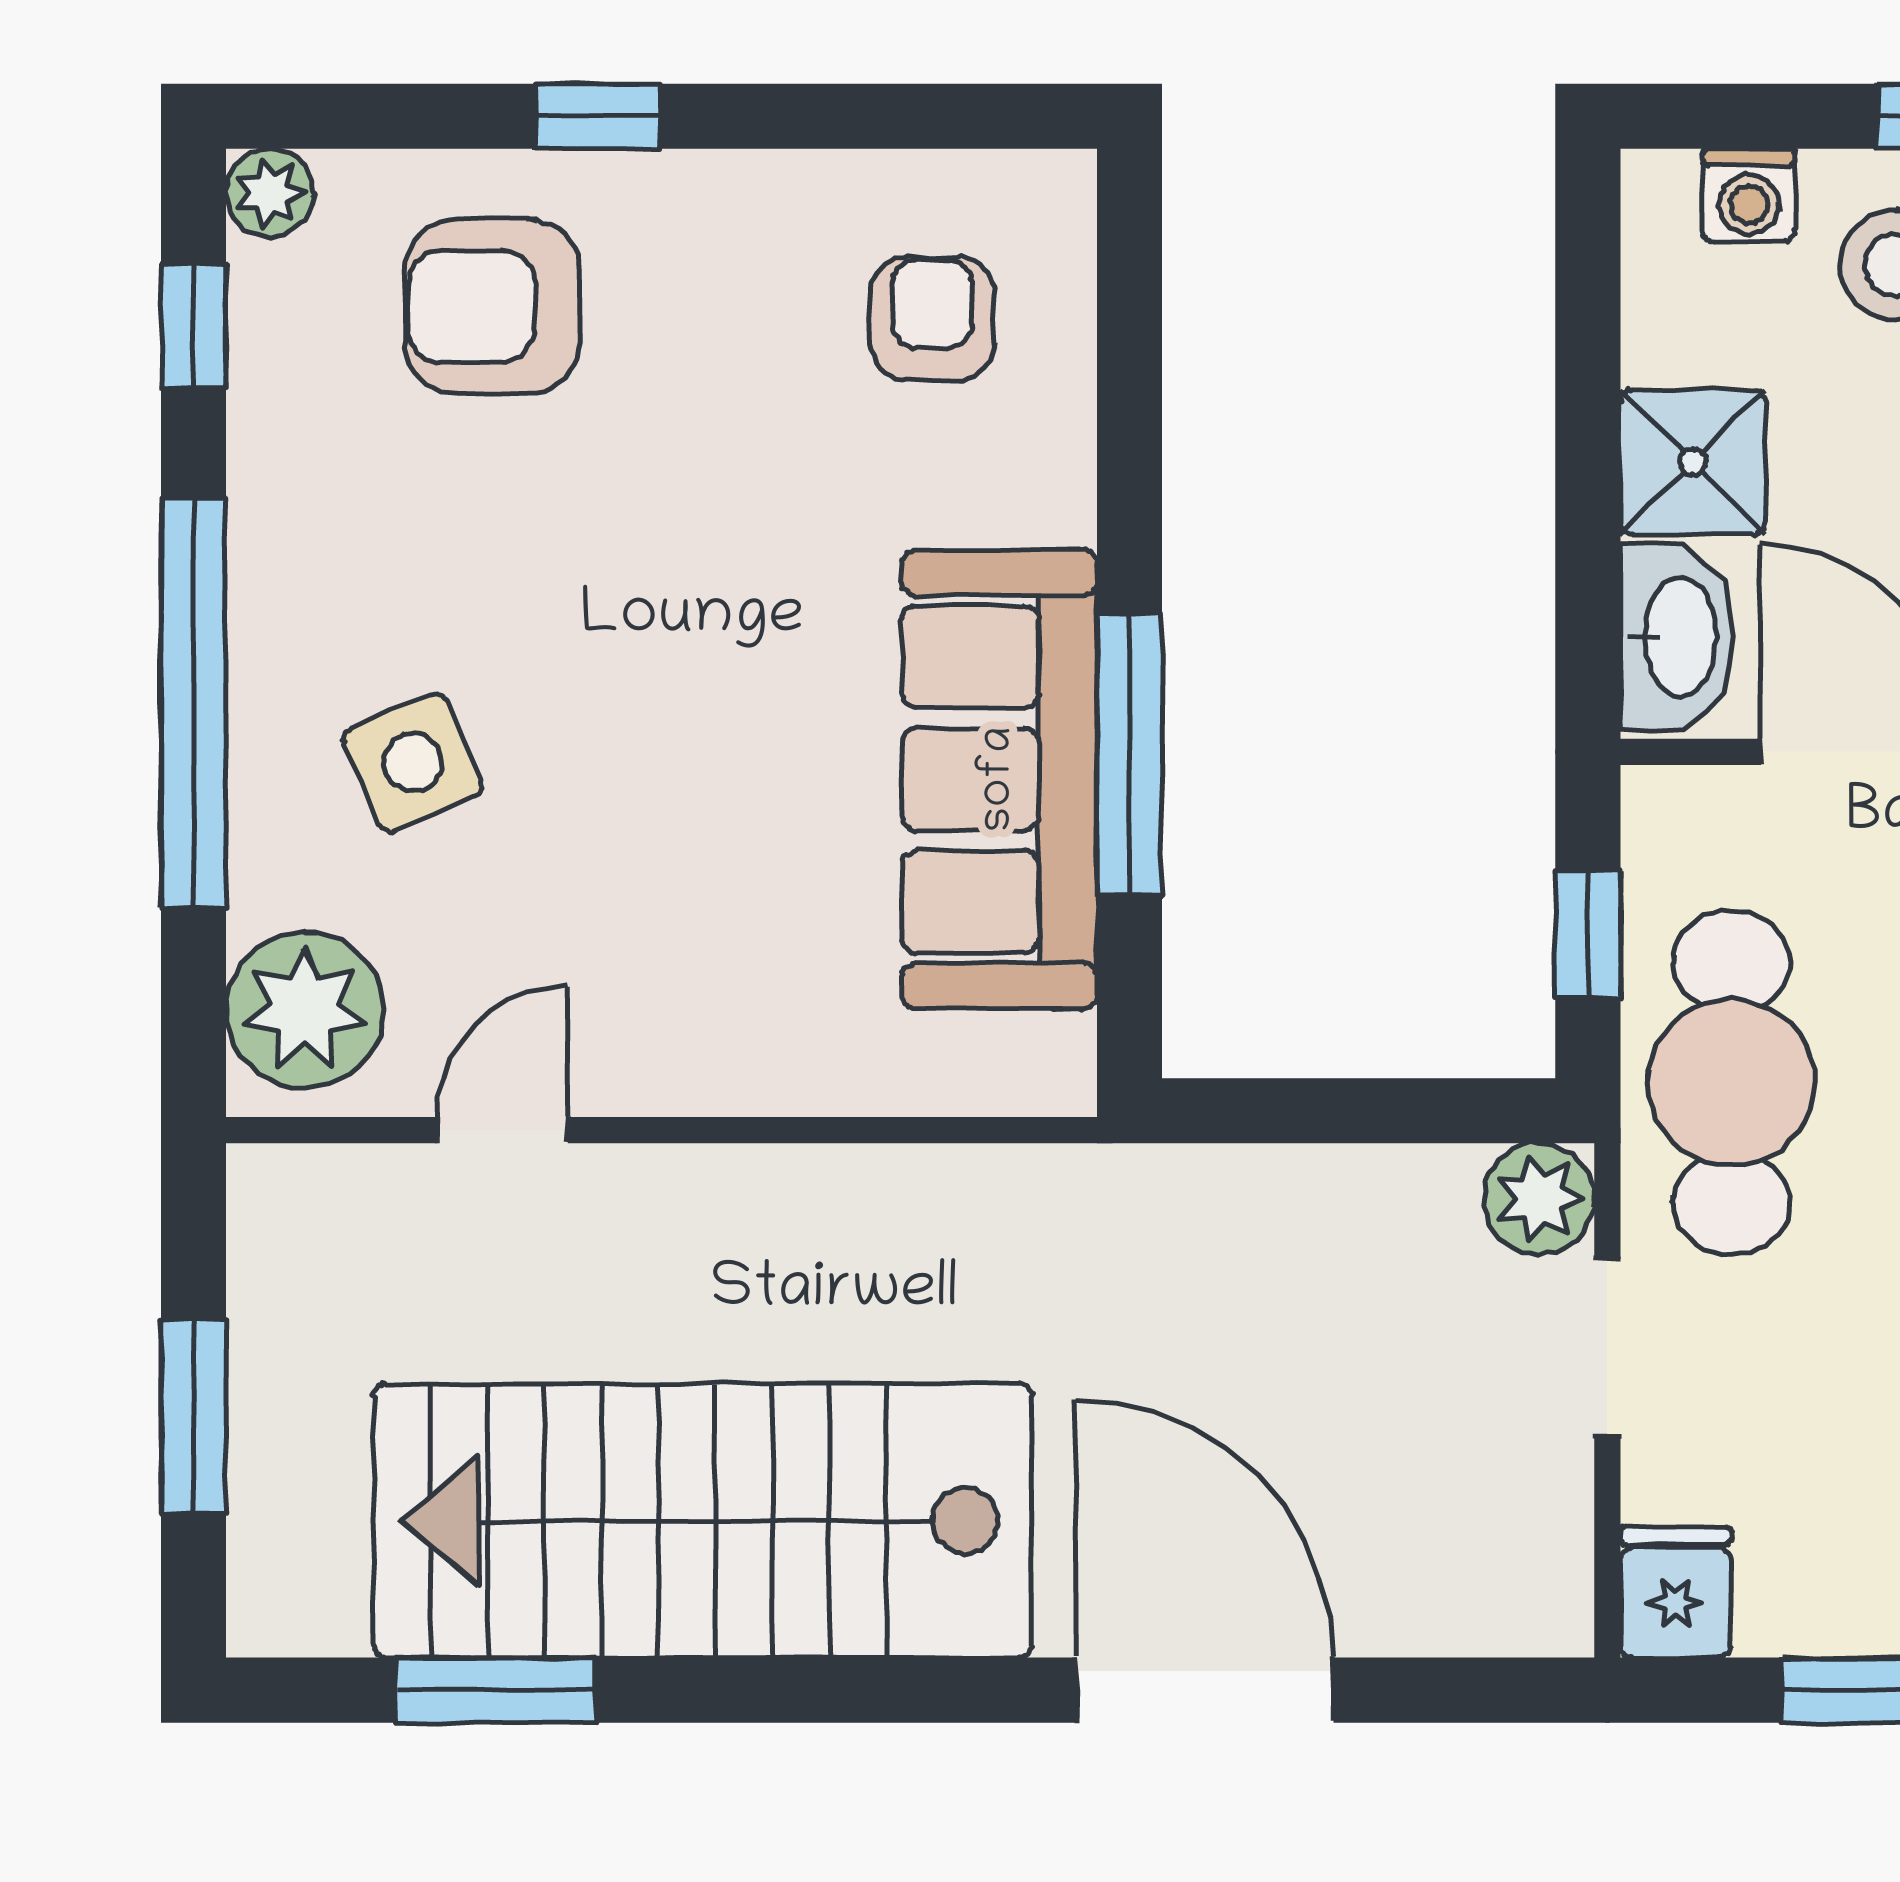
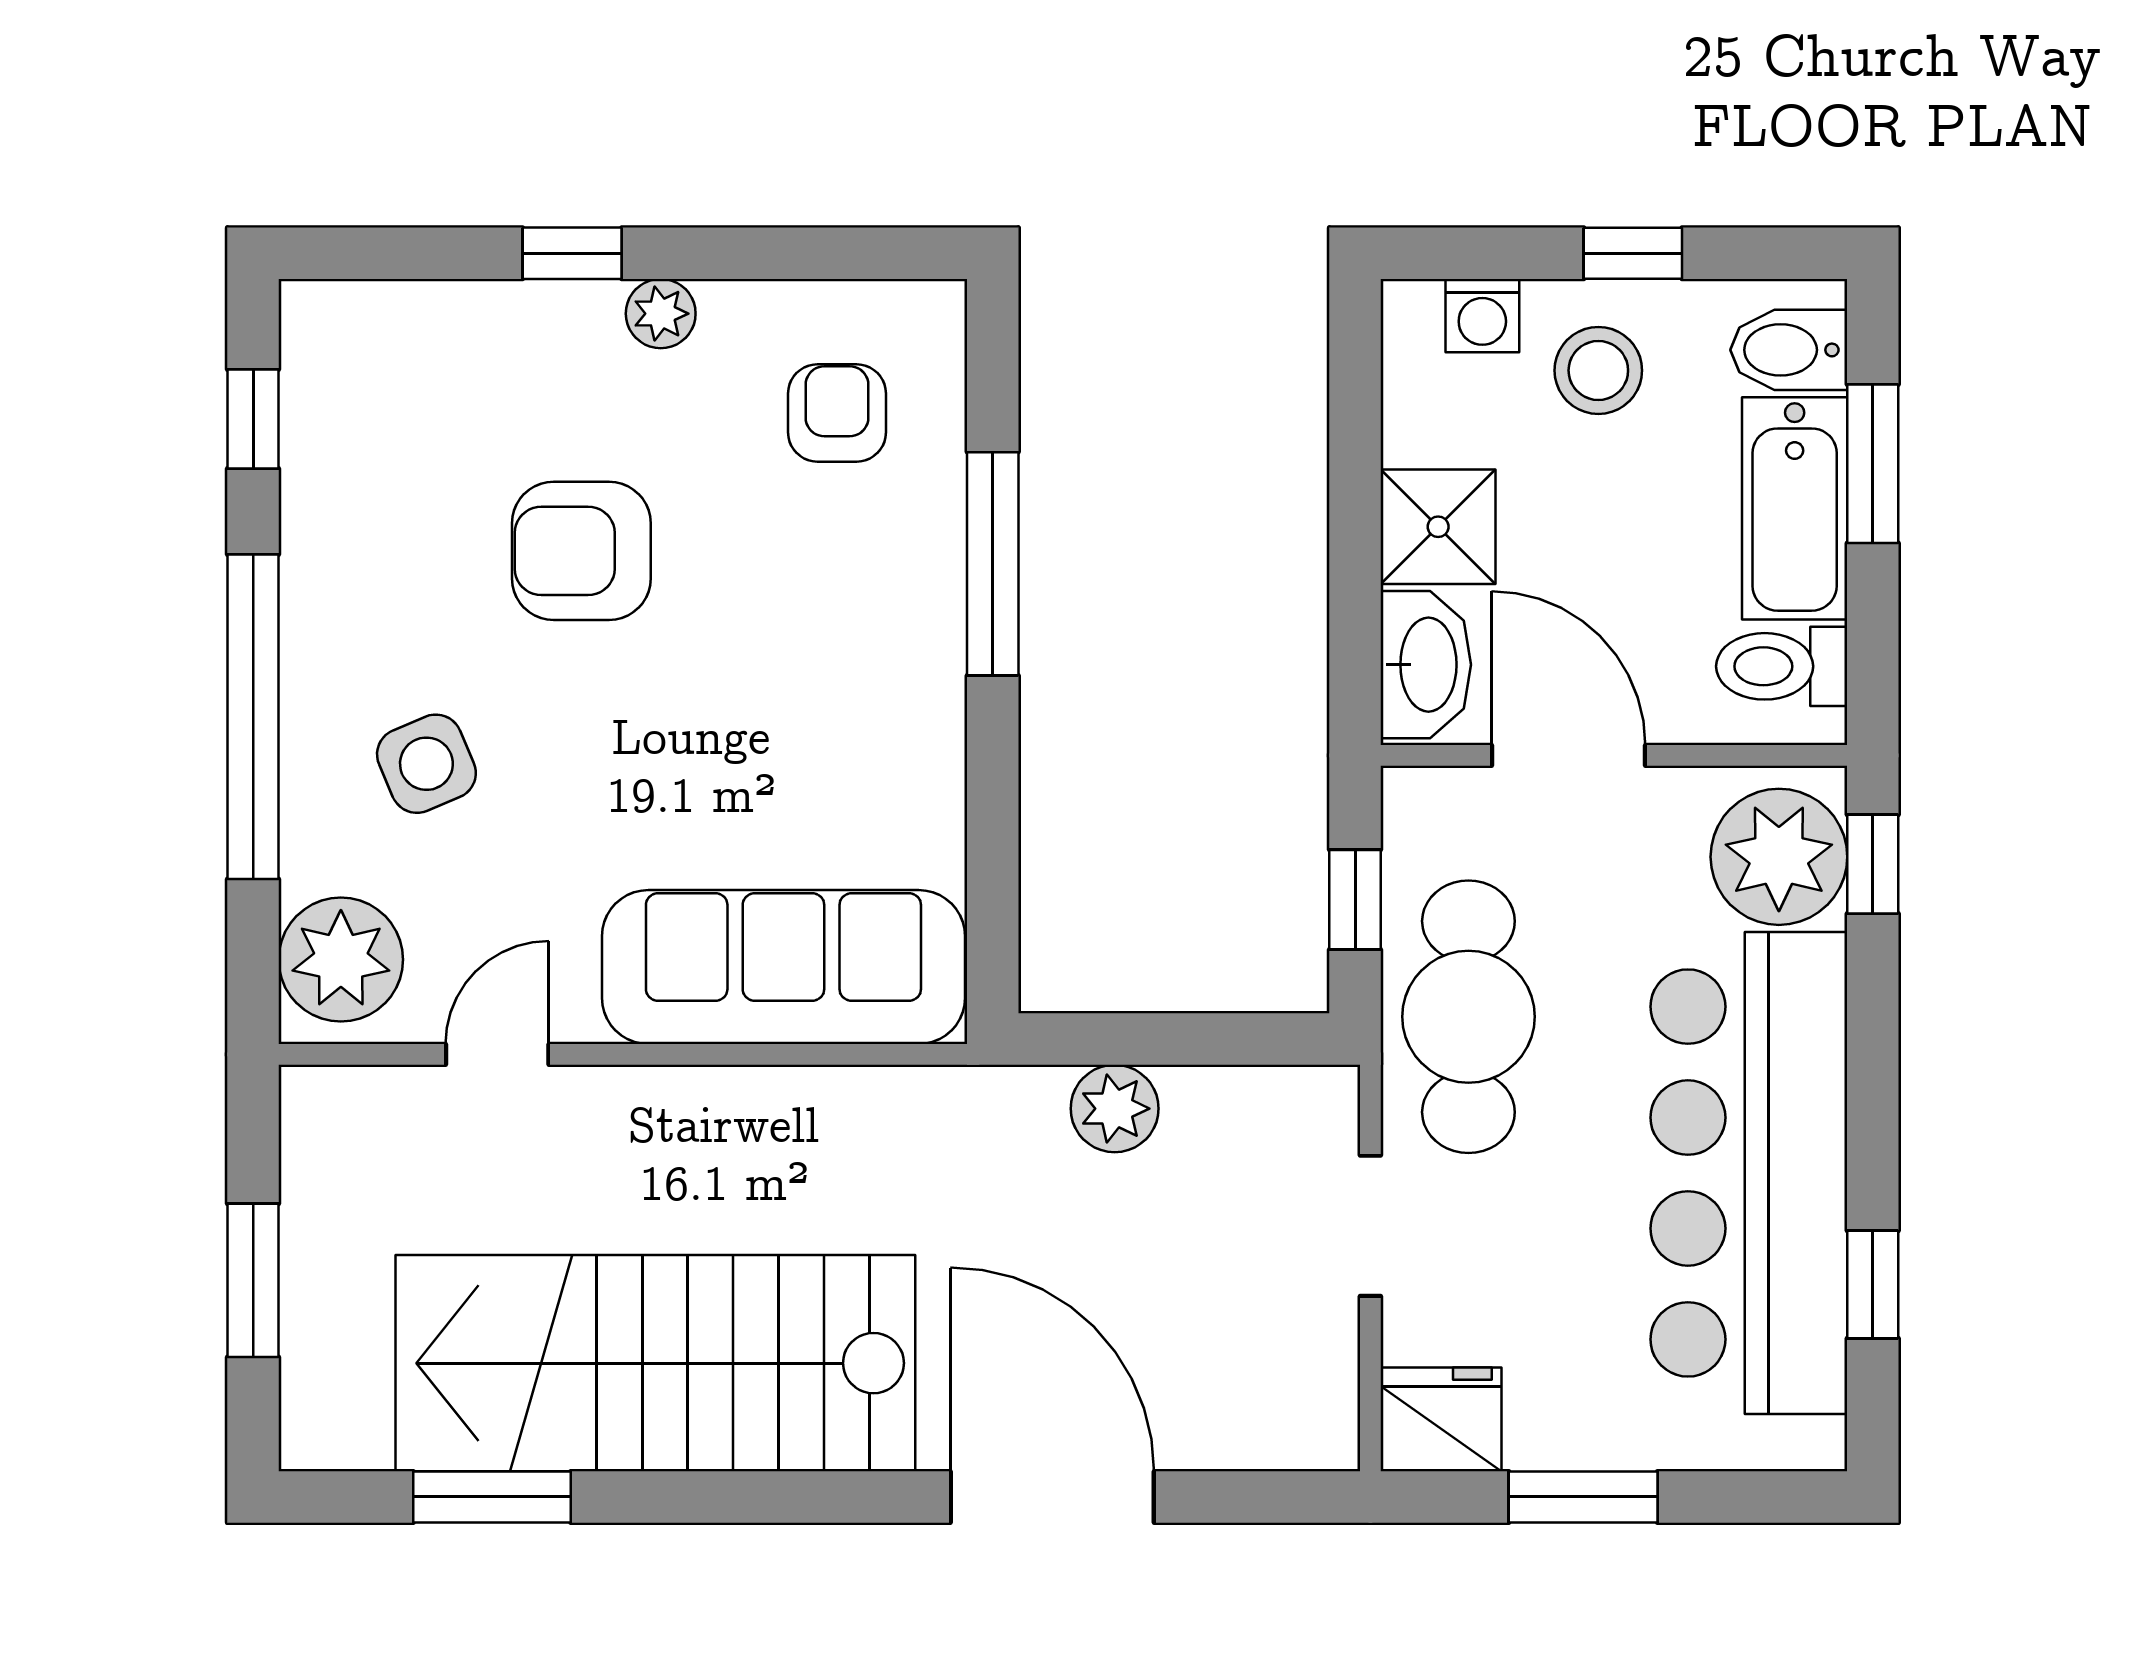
plant: (270, 193) -> (661, 314), moved
armchair: (492, 306) -> (581, 551), moved
window: (1130, 755) -> (993, 564), moved
sofa: (1000, 779) -> (783, 967), moved, turned 90
plant: (1539, 1199) -> (1115, 1109), moved
fridge: (1675, 1592) -> (1441, 1419), width x1.38

